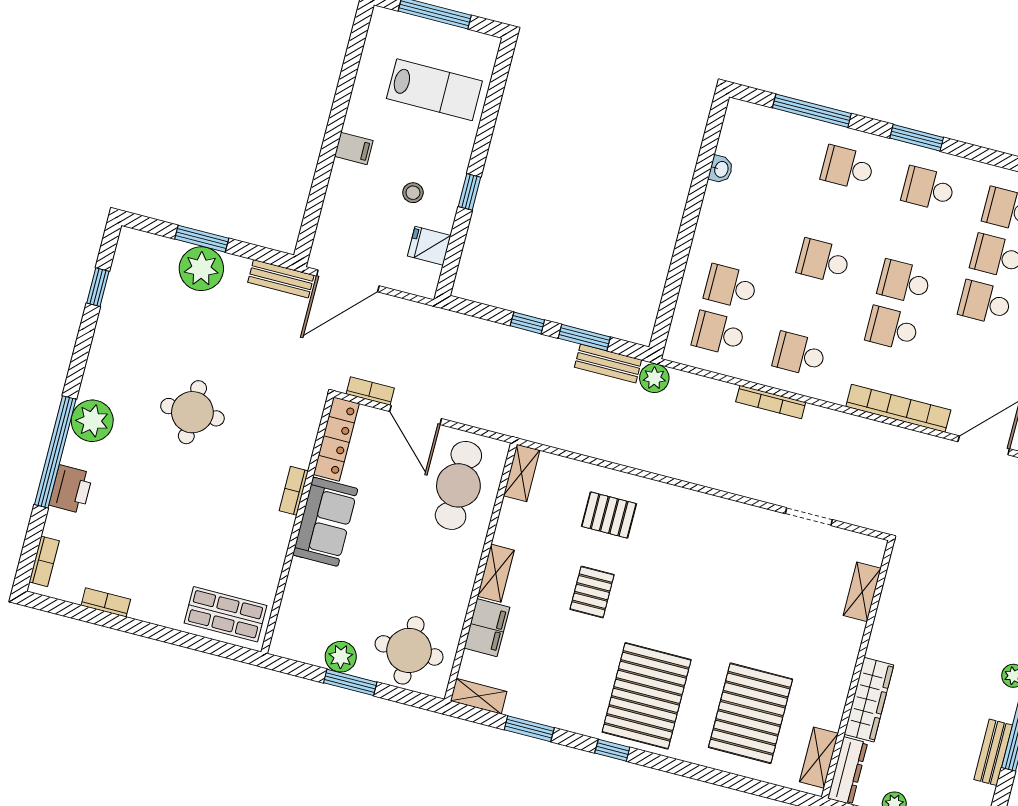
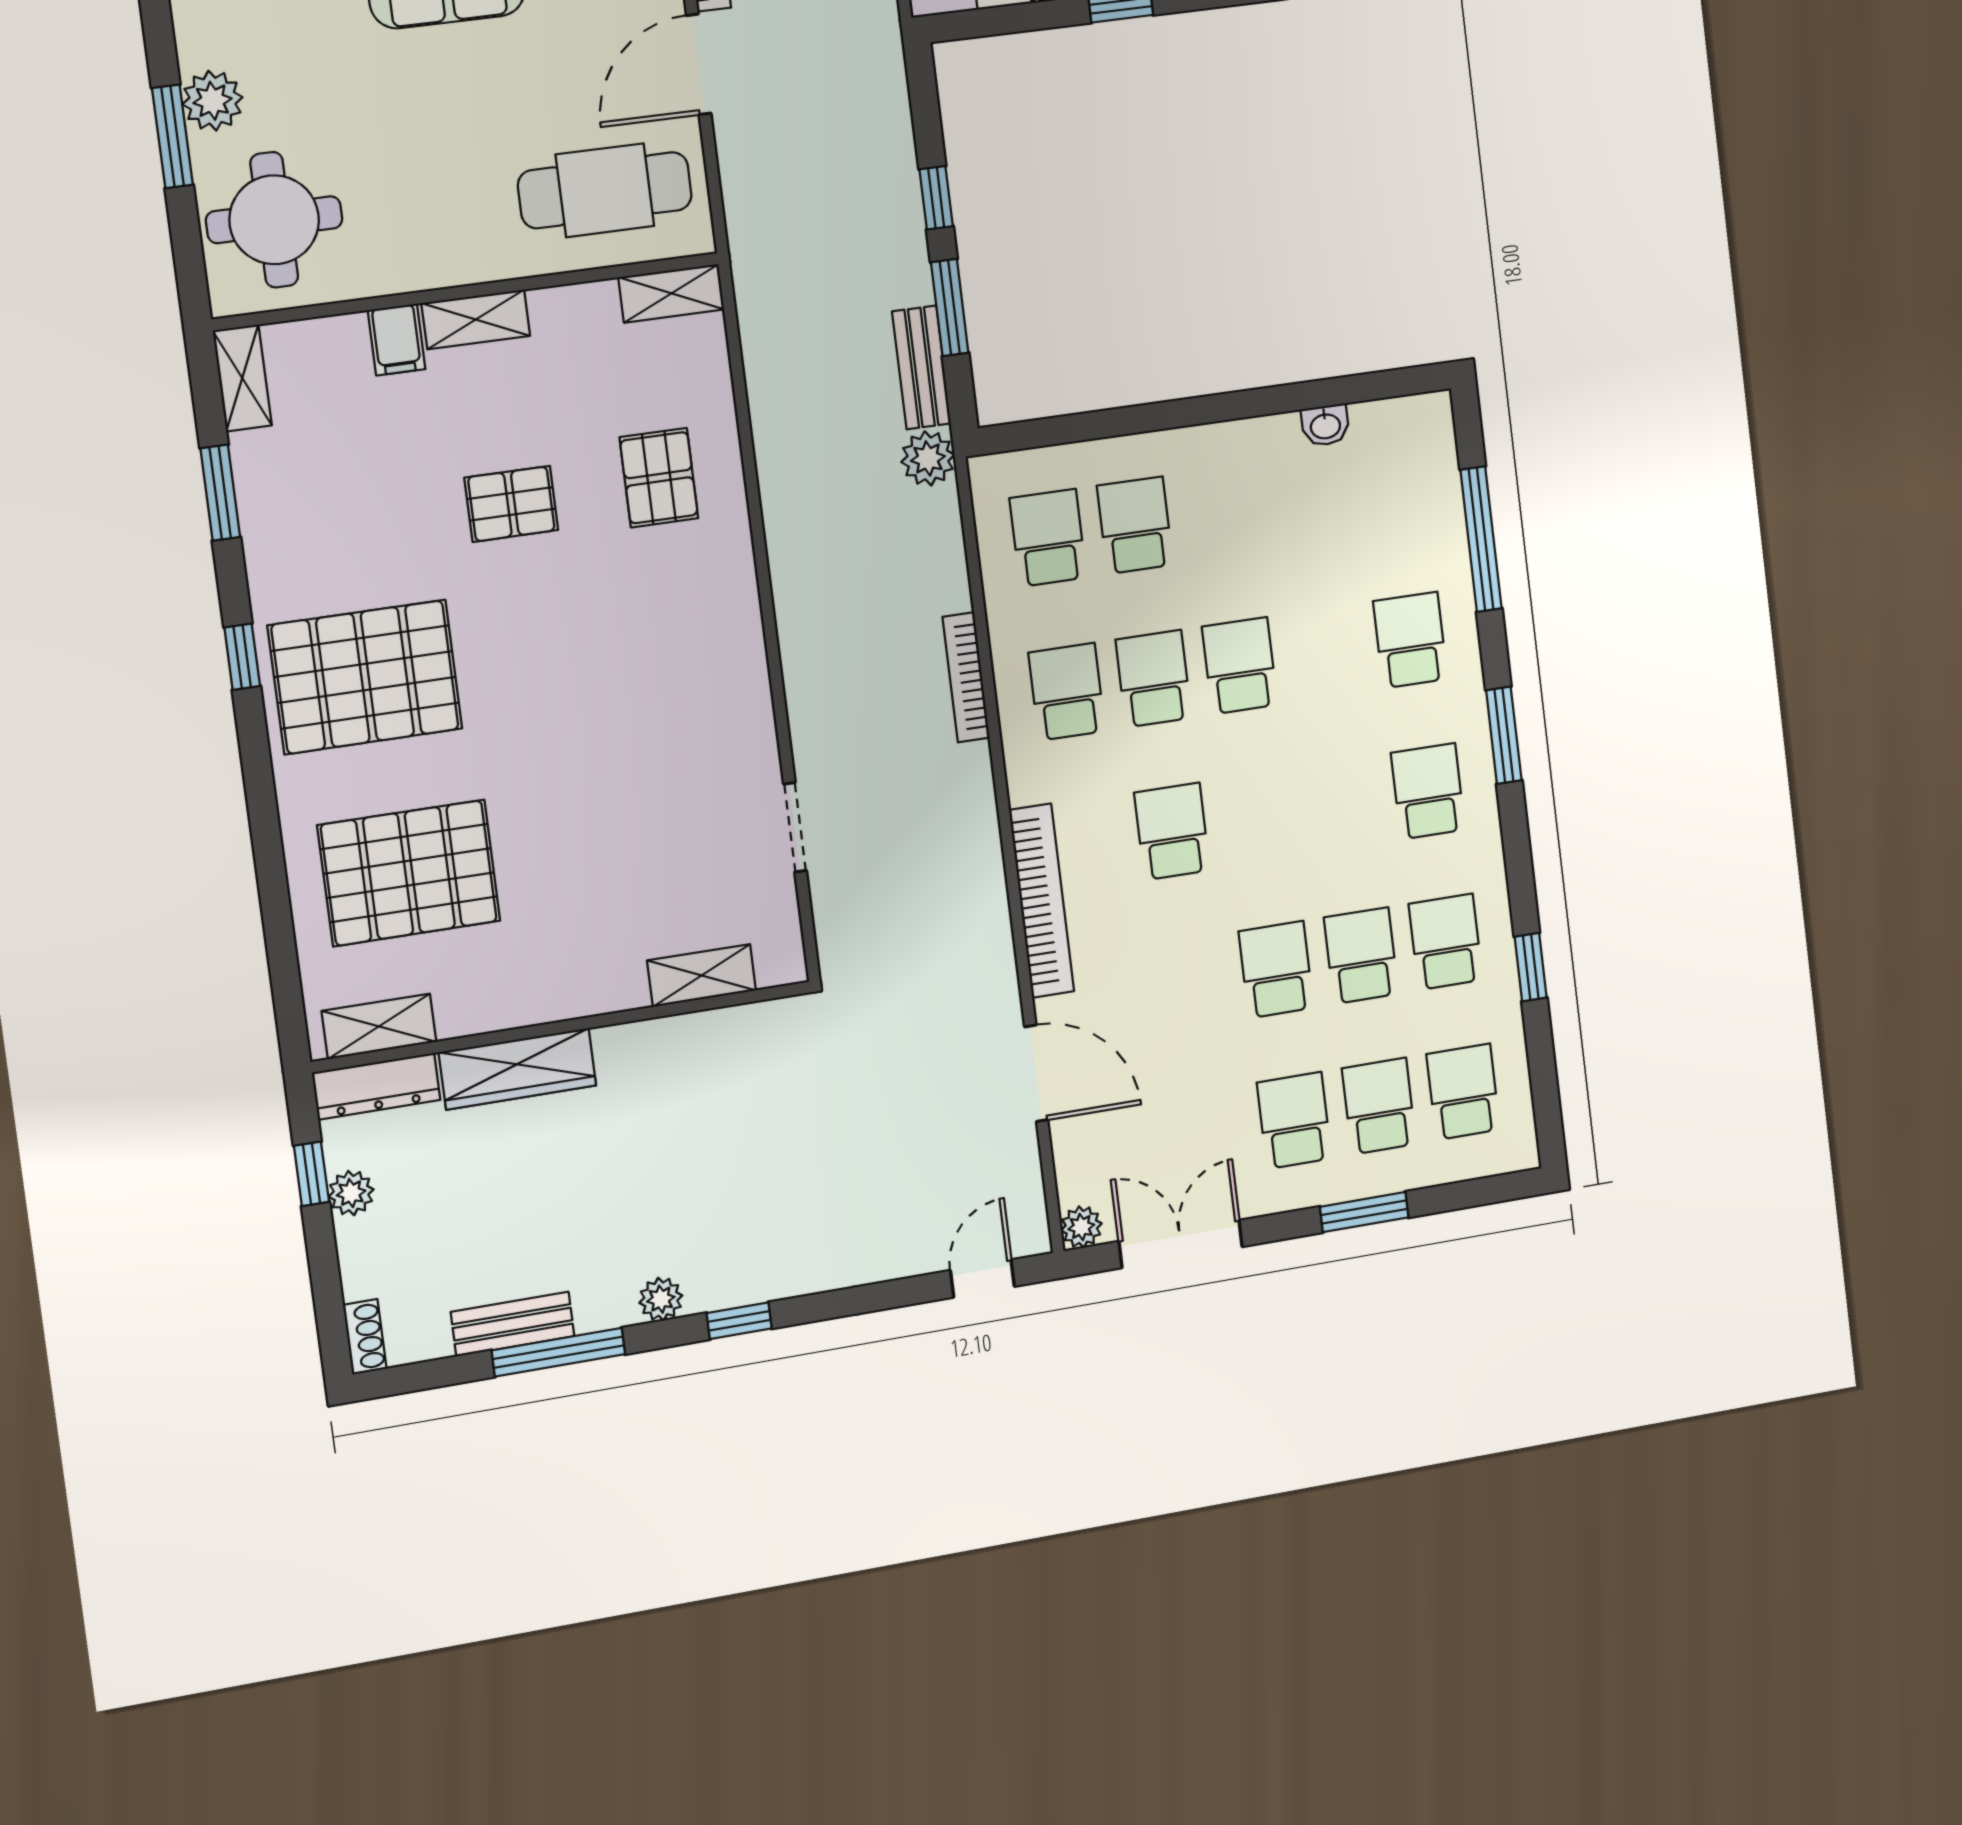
school desk: (904, 282) -> (1154, 679), moved
filing cabinet: (487, 628) -> (397, 340), width x0.50

